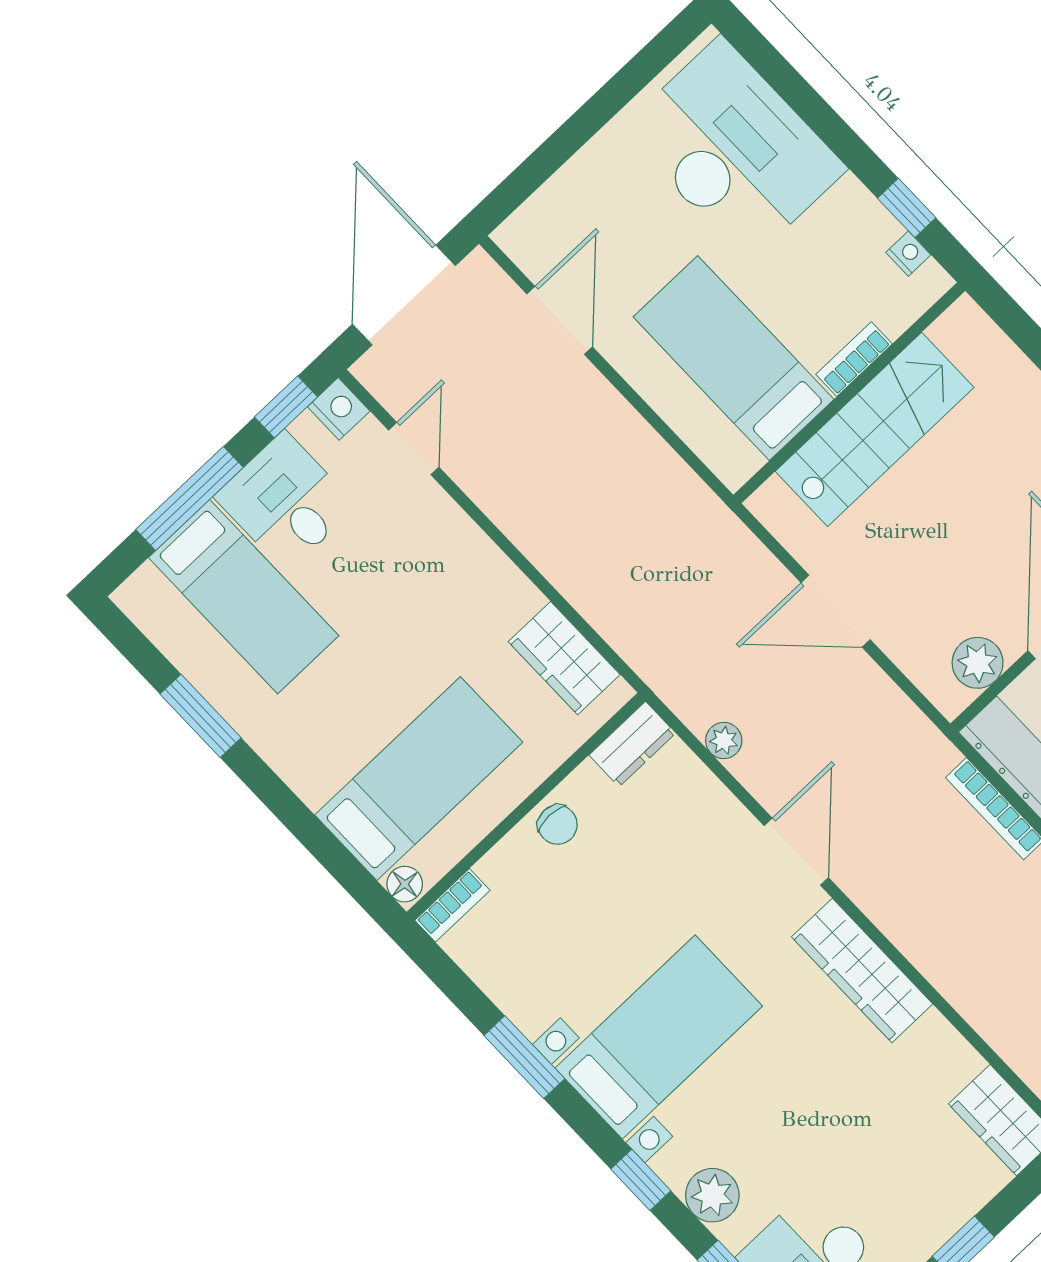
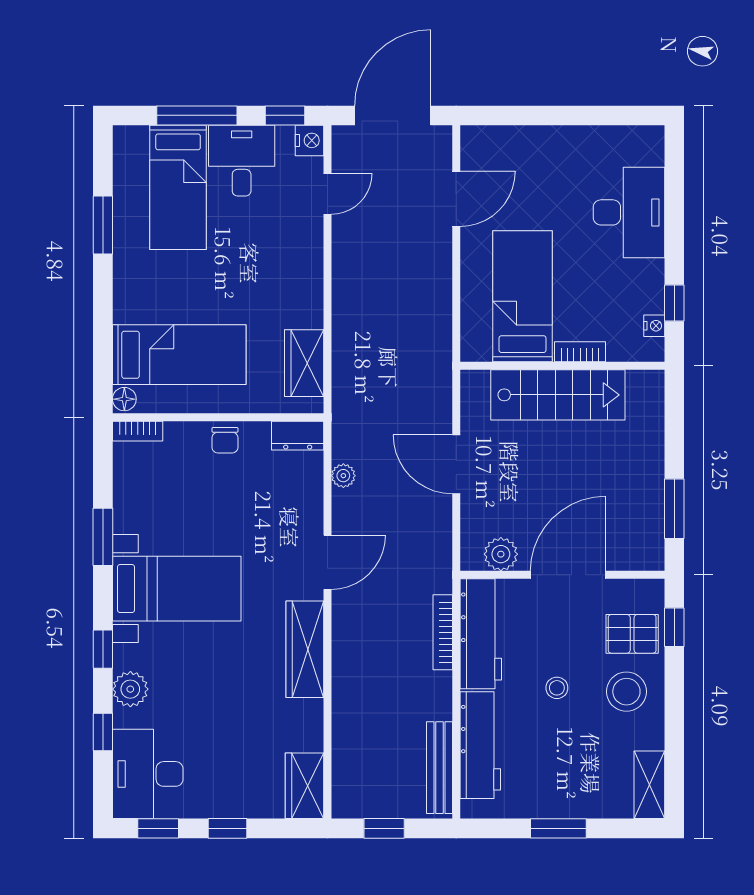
desk: (734, 149) -> (629, 212), width x0.73, depth x0.77

